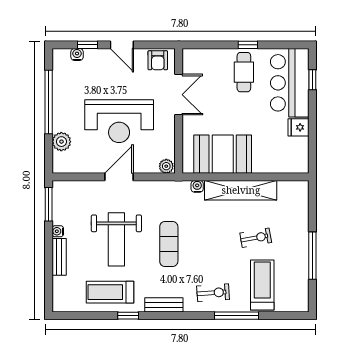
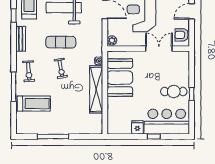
window: (312, 80) -> (154, 137), moved
double door: (179, 95) -> (159, 49), swing flipped
exercise bike: (256, 238) -> (61, 68), moved

